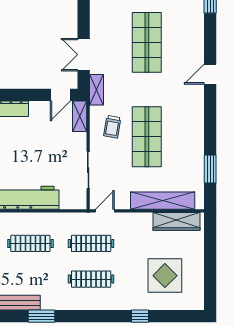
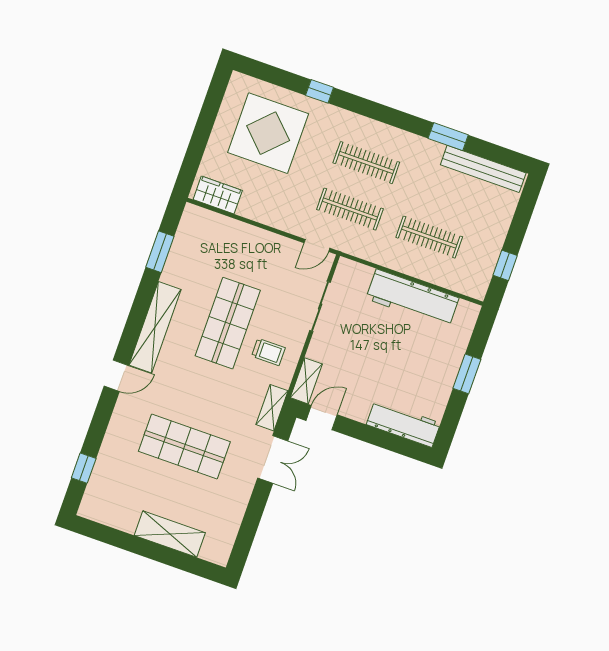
shop shelf: (147, 42) -> (184, 446), turned 90
trolley: (112, 127) -> (268, 352), turned 80
shelving: (163, 201) -> (155, 327), moved, turned 90
wardrobe: (177, 221) -> (218, 195), width x0.67
display table: (165, 276) -> (268, 133), width x1.36, depth x1.36

